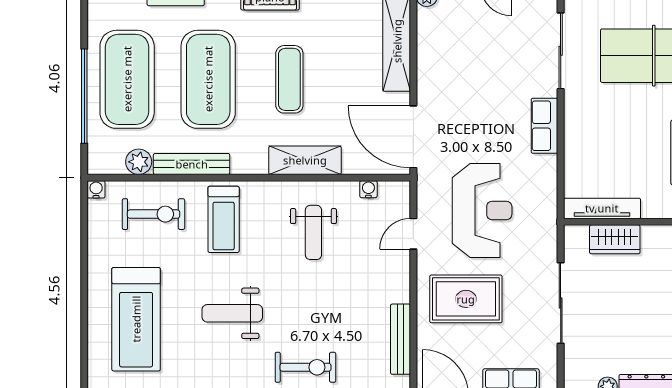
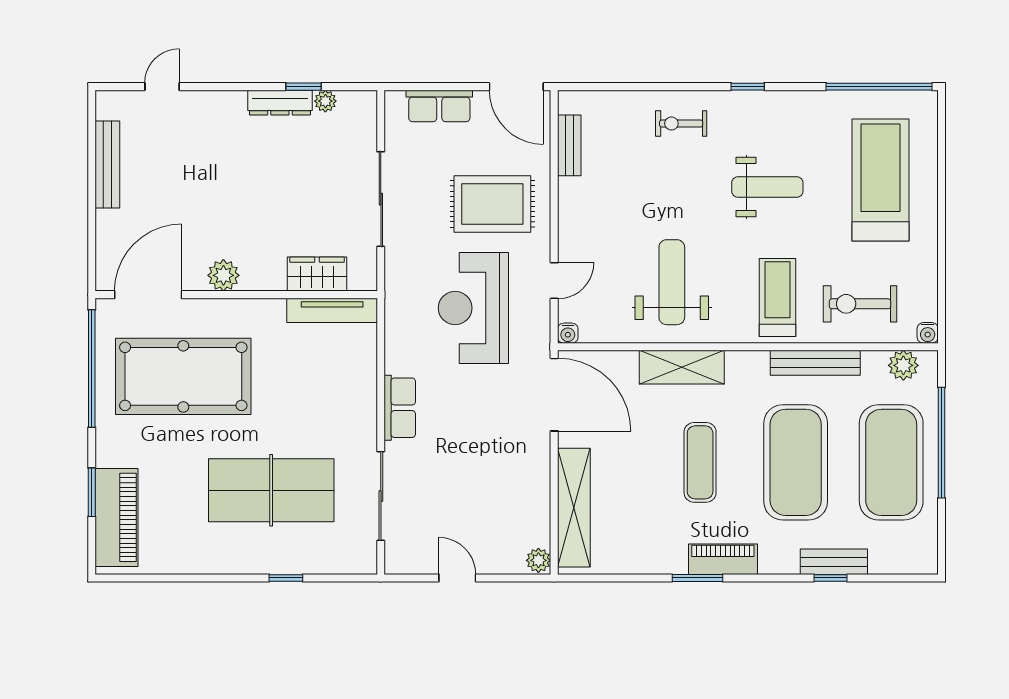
plant: (139, 162) -> (903, 365), moved
water cooler: (368, 189) -> (568, 333), moved
weight bench: (313, 232) -> (672, 282), width x1.36, depth x1.33
bench: (400, 339) -> (569, 145), width x0.73
exercise bike: (306, 367) -> (681, 123), width x0.73, depth x0.72

